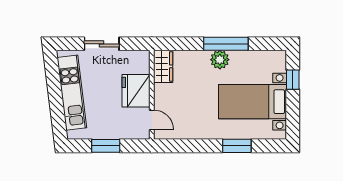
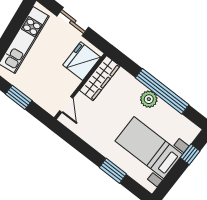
window: (226, 44) -> (162, 91), width x1.46
wardrobe: (163, 66) -> (100, 78), width x1.50
fridge: (136, 91) -> (82, 61), moved

